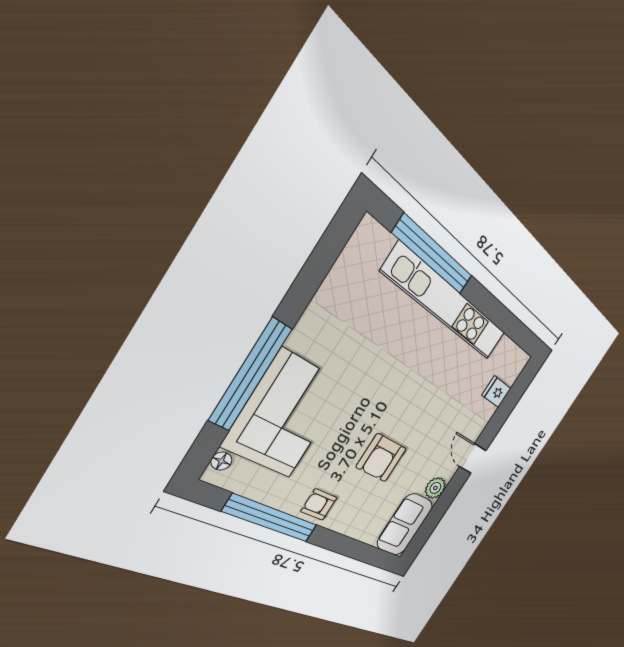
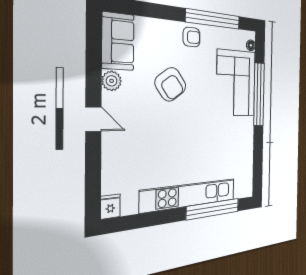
fridge: (496, 392) -> (110, 207), moved, turned -90
armchair: (381, 458) -> (170, 84), turned 144

